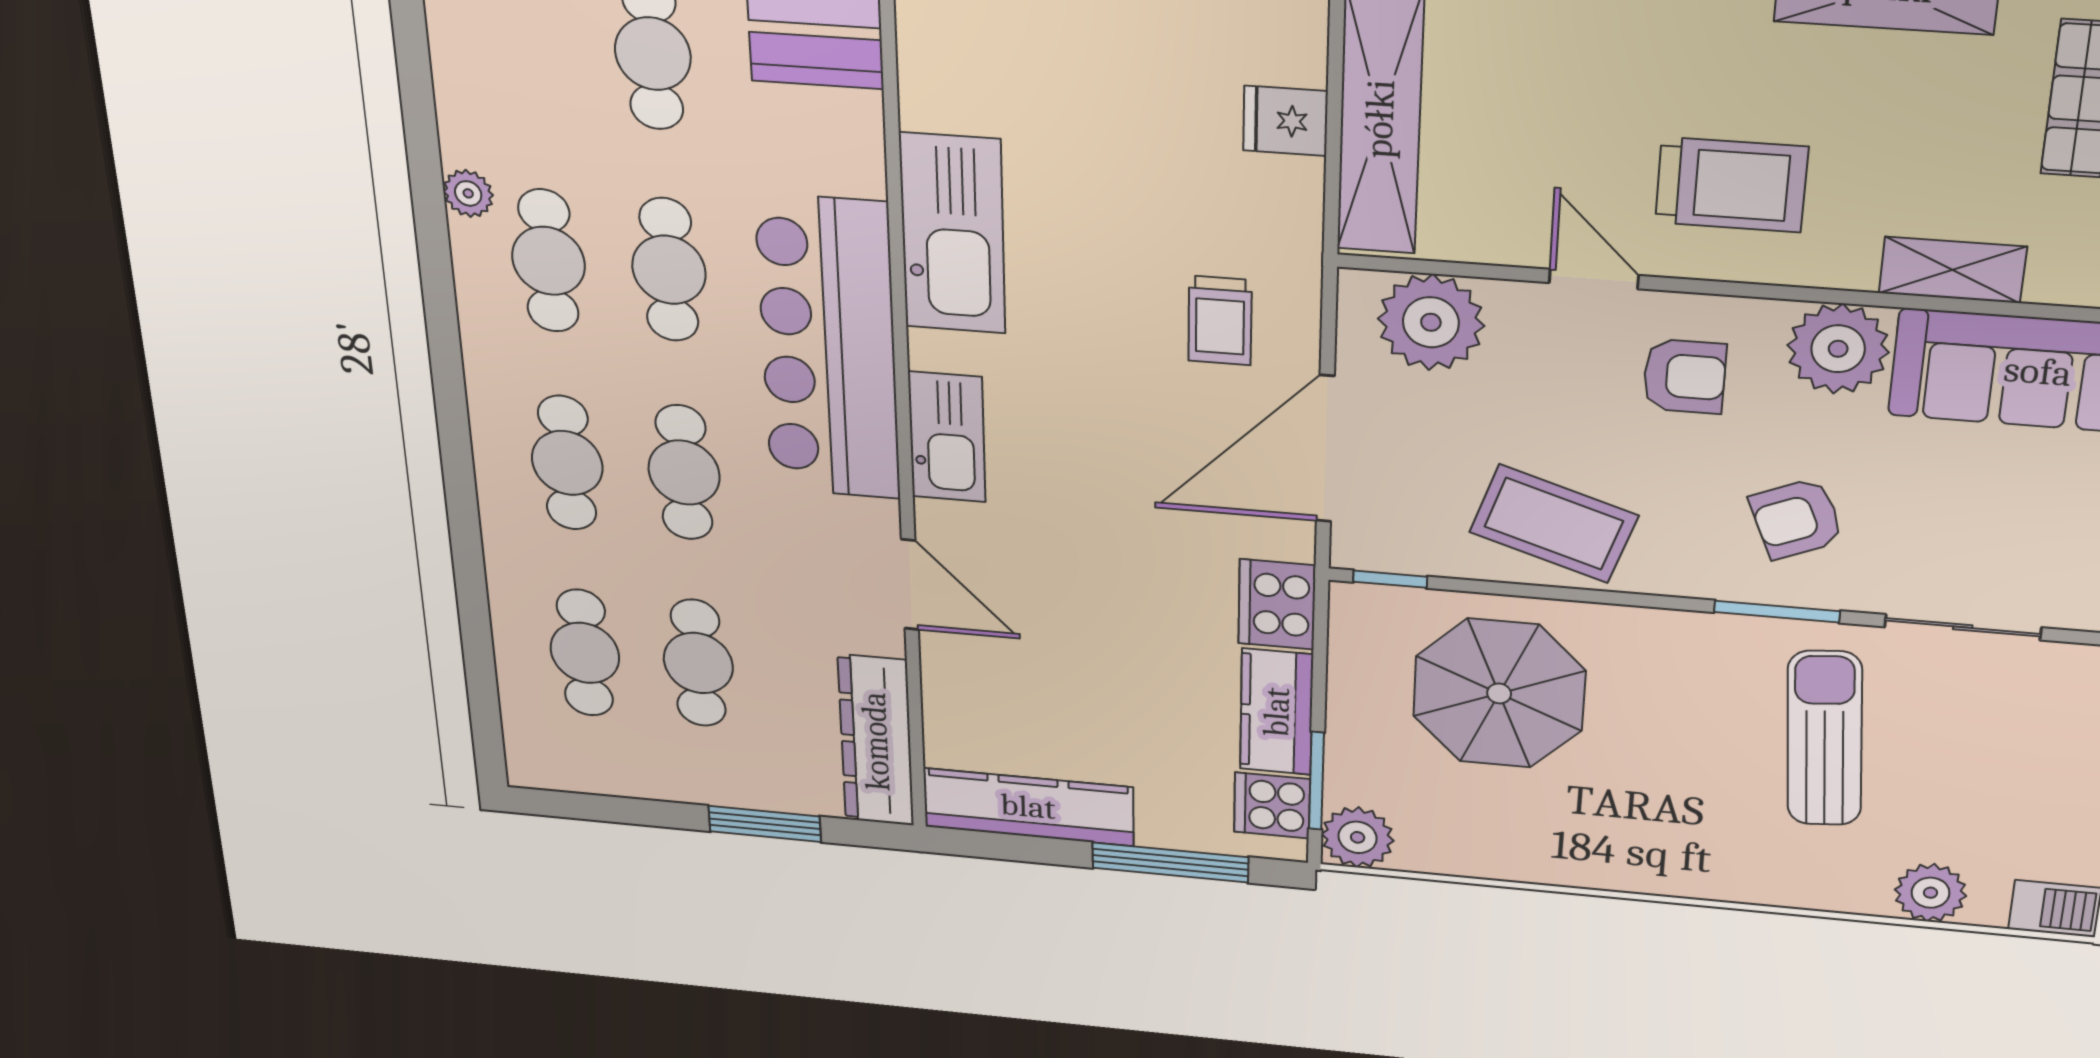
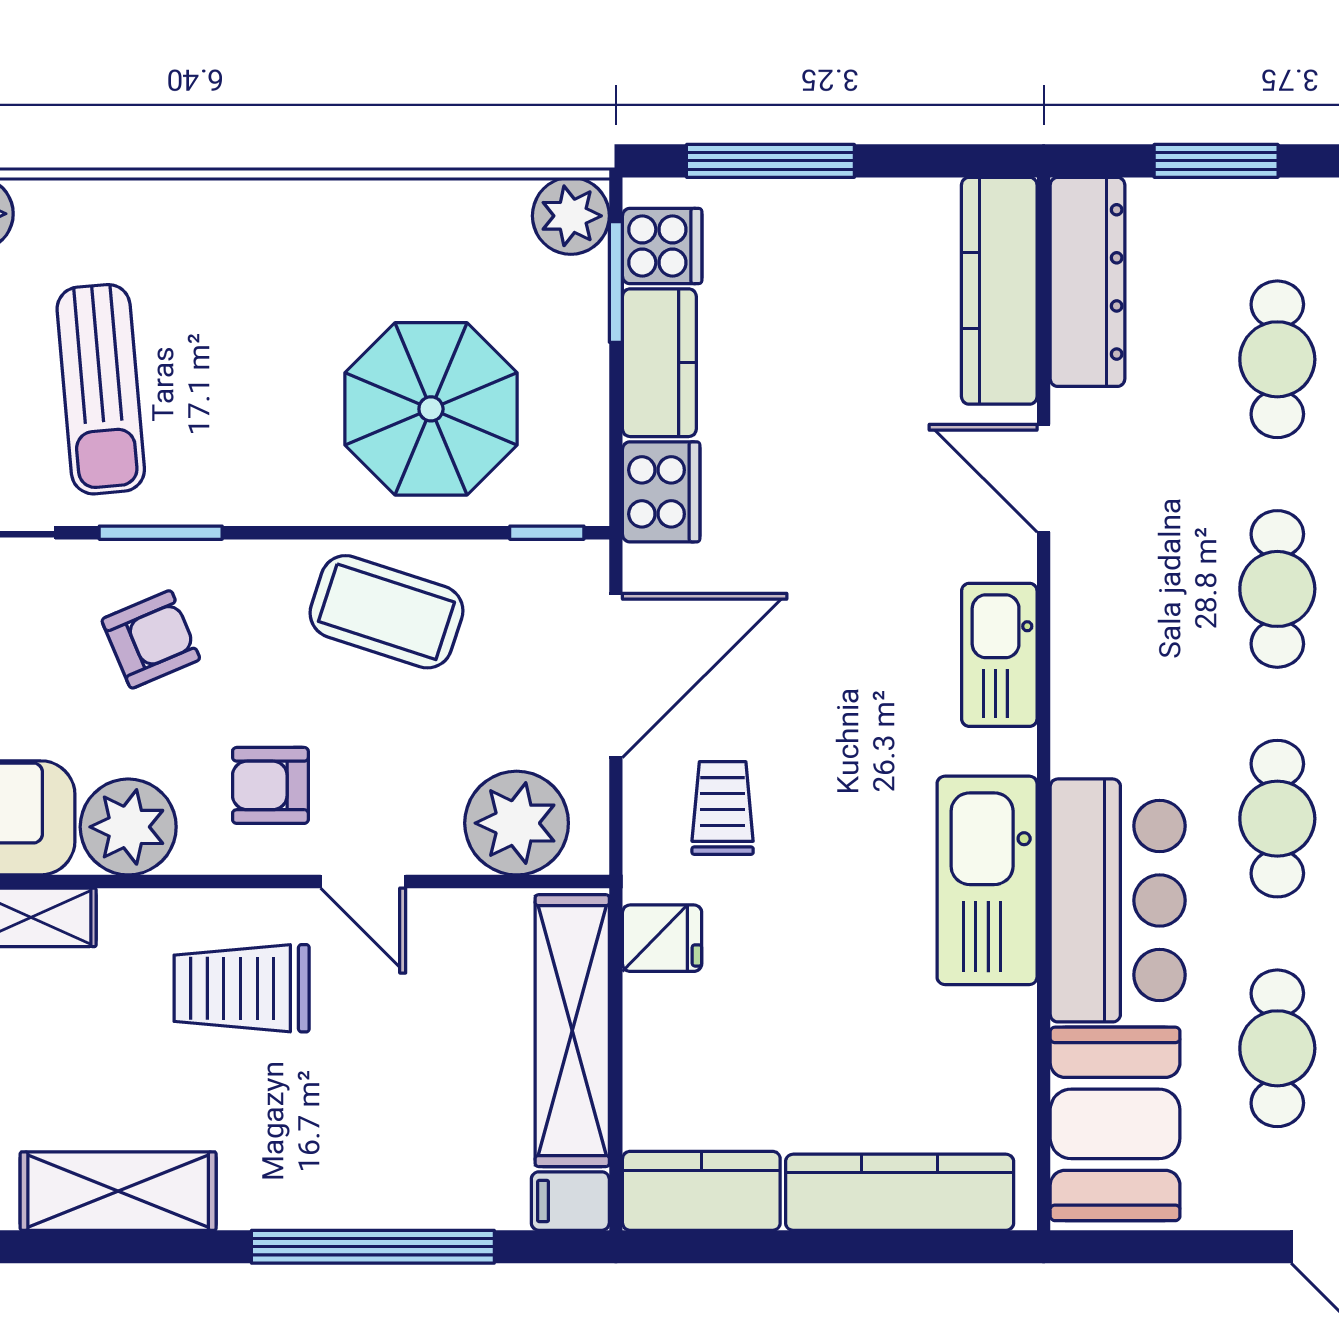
fridge: (1285, 121) -> (662, 938), moved
bar counter: (828, 349) -> (1118, 900), moved, width x0.73
kitchen counter: (1028, 807) -> (999, 291), moved, turned 90

